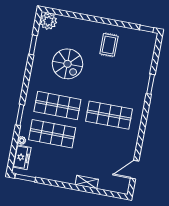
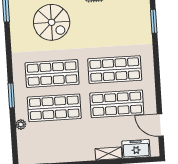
shop shelf: (104, 143) -> (117, 104), added
freezer: (22, 157) -> (136, 149), moved, turned -90
door: (135, 170) -> (160, 125), hinge flipped

